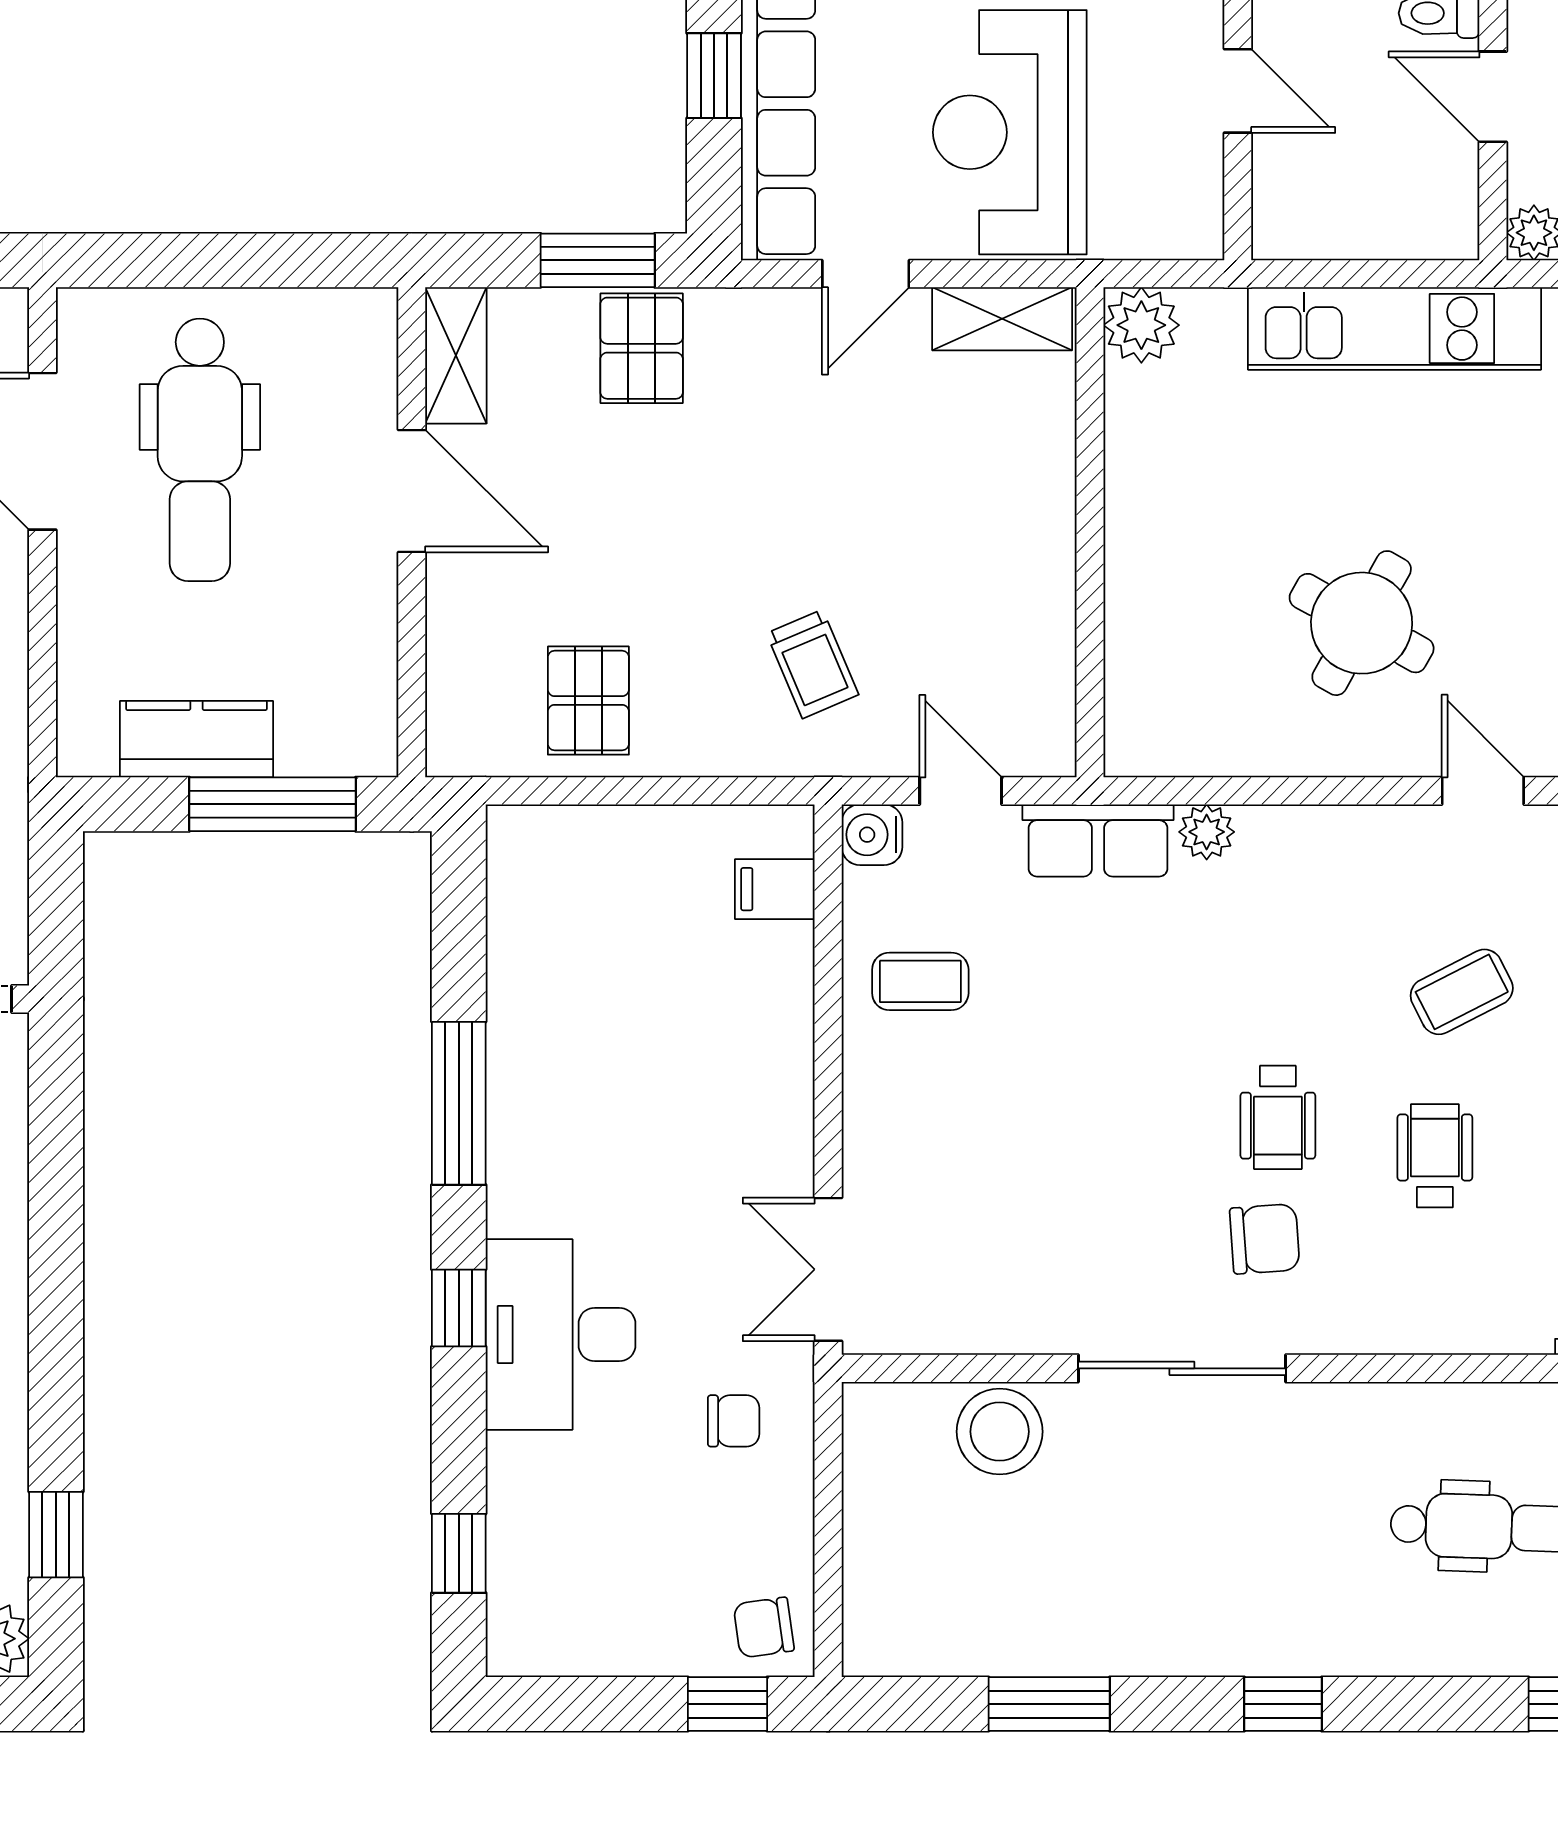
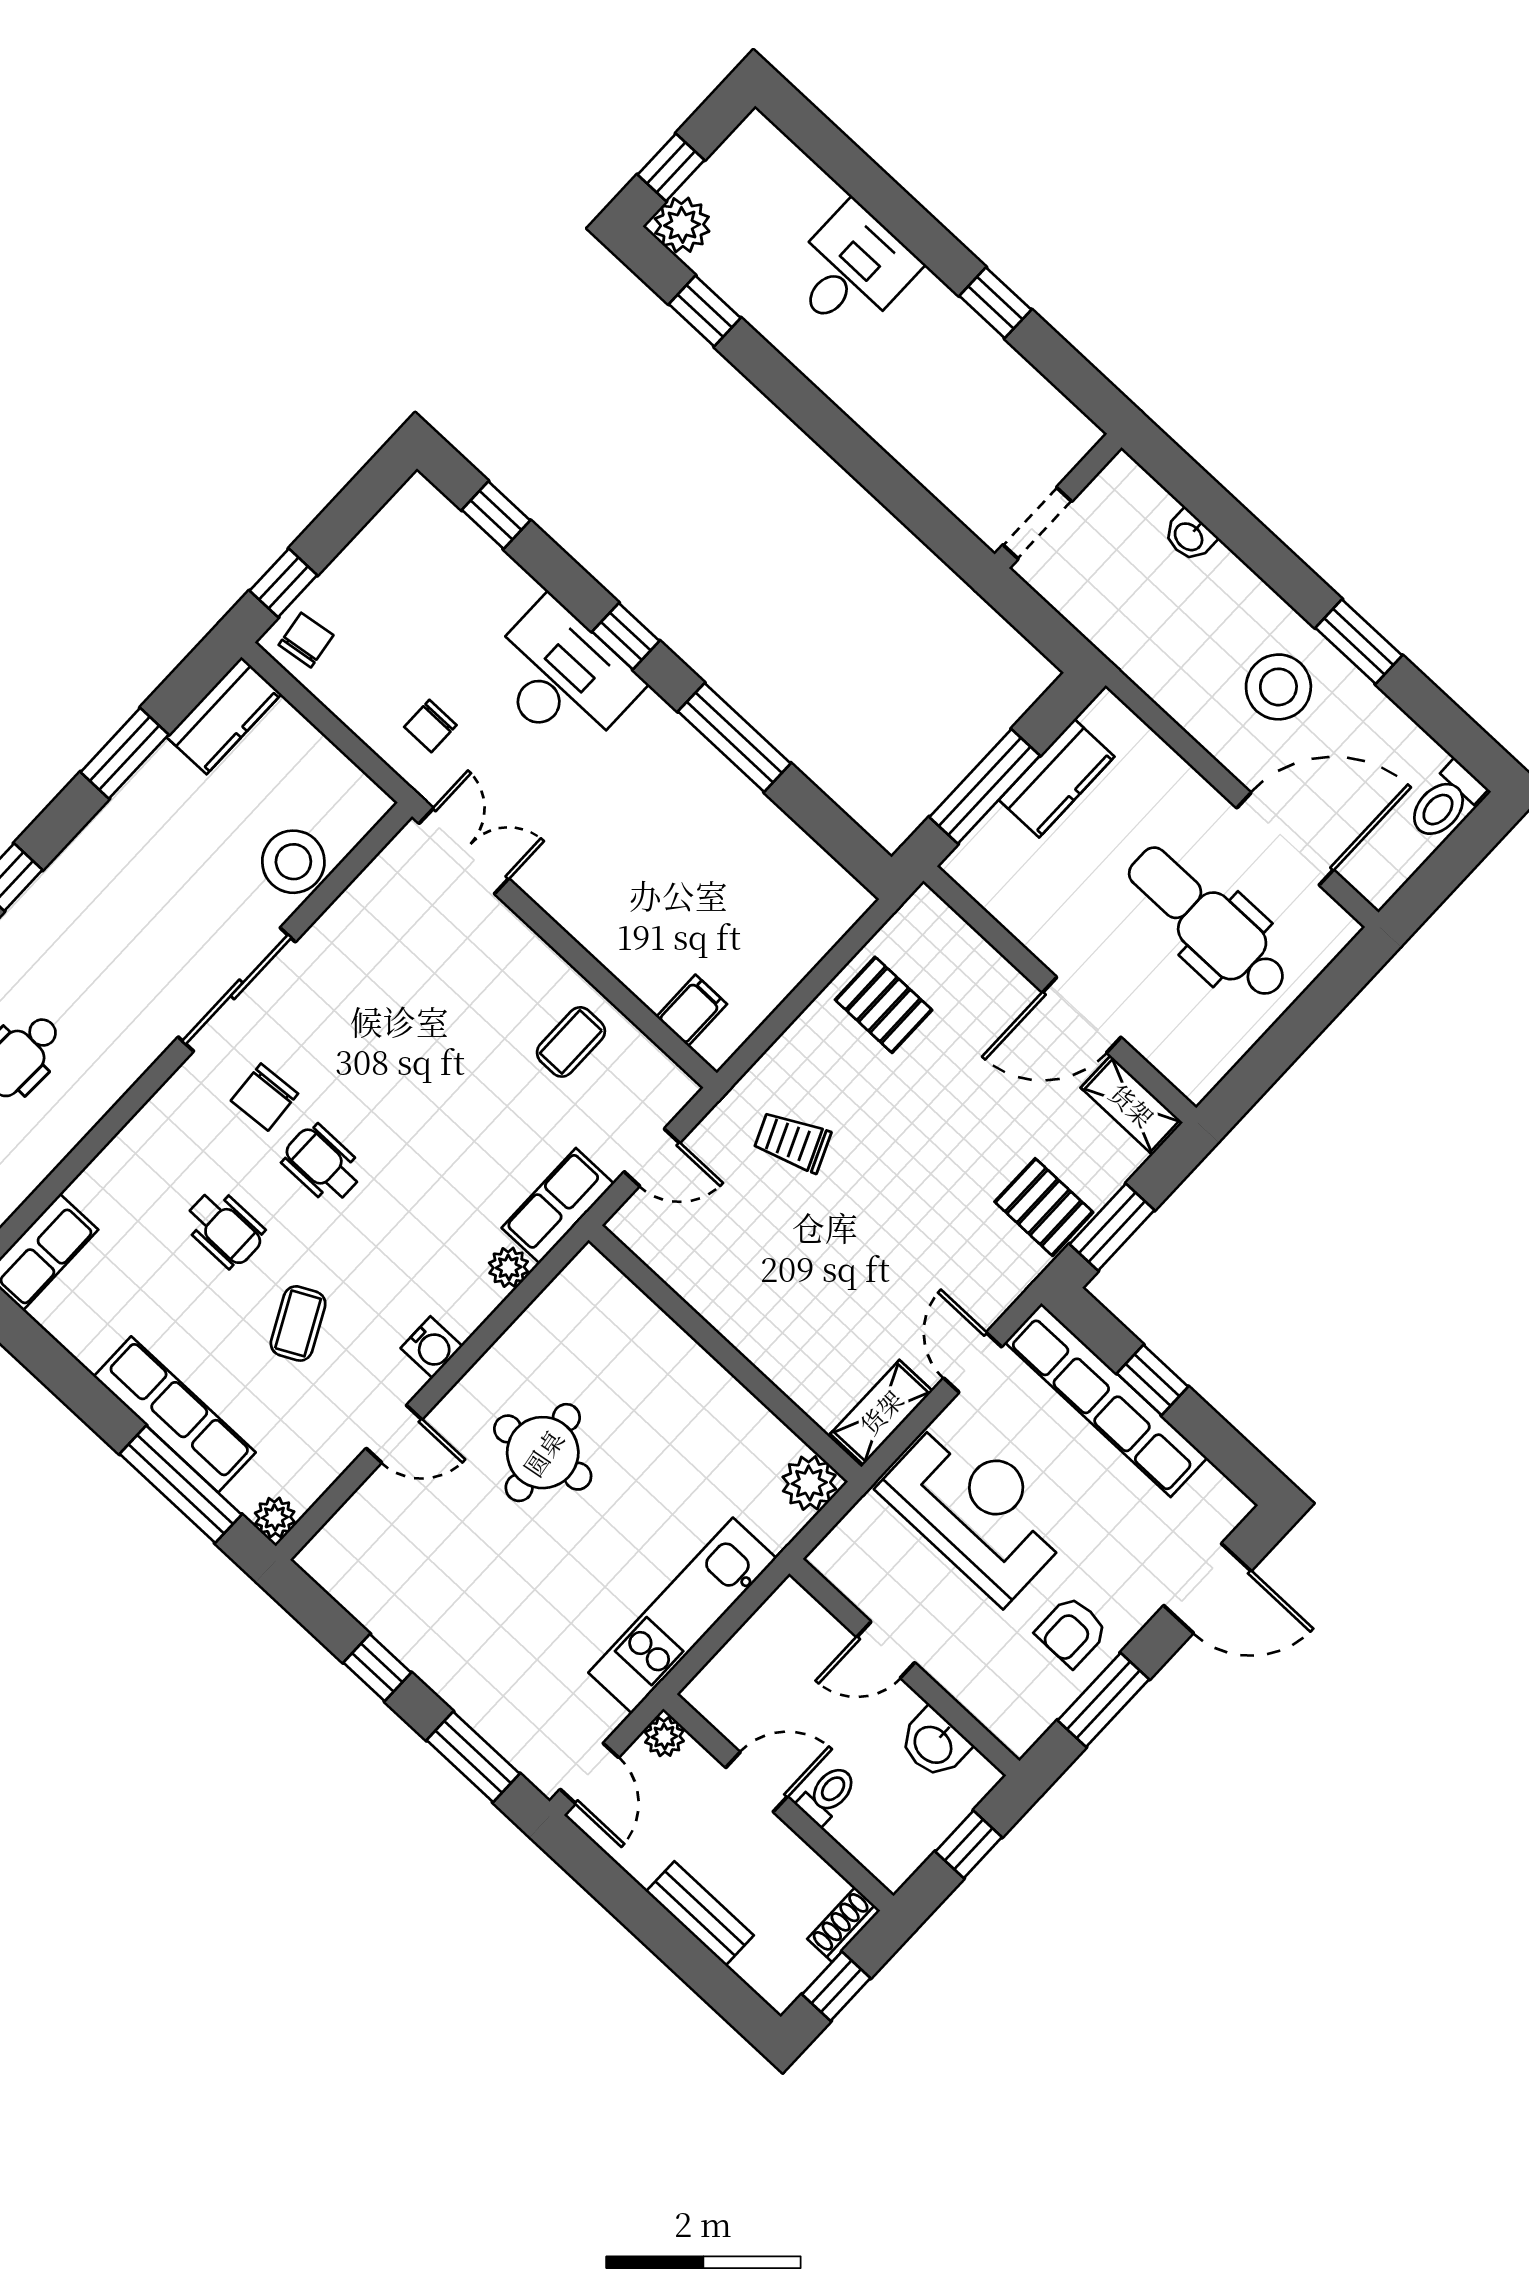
round table: (1362, 623) -> (543, 1453), turned -38
water cooler: (872, 835) -> (432, 1347), moved, turned 90
kitchen counter: (917, 1639) -> (224, 716), added

